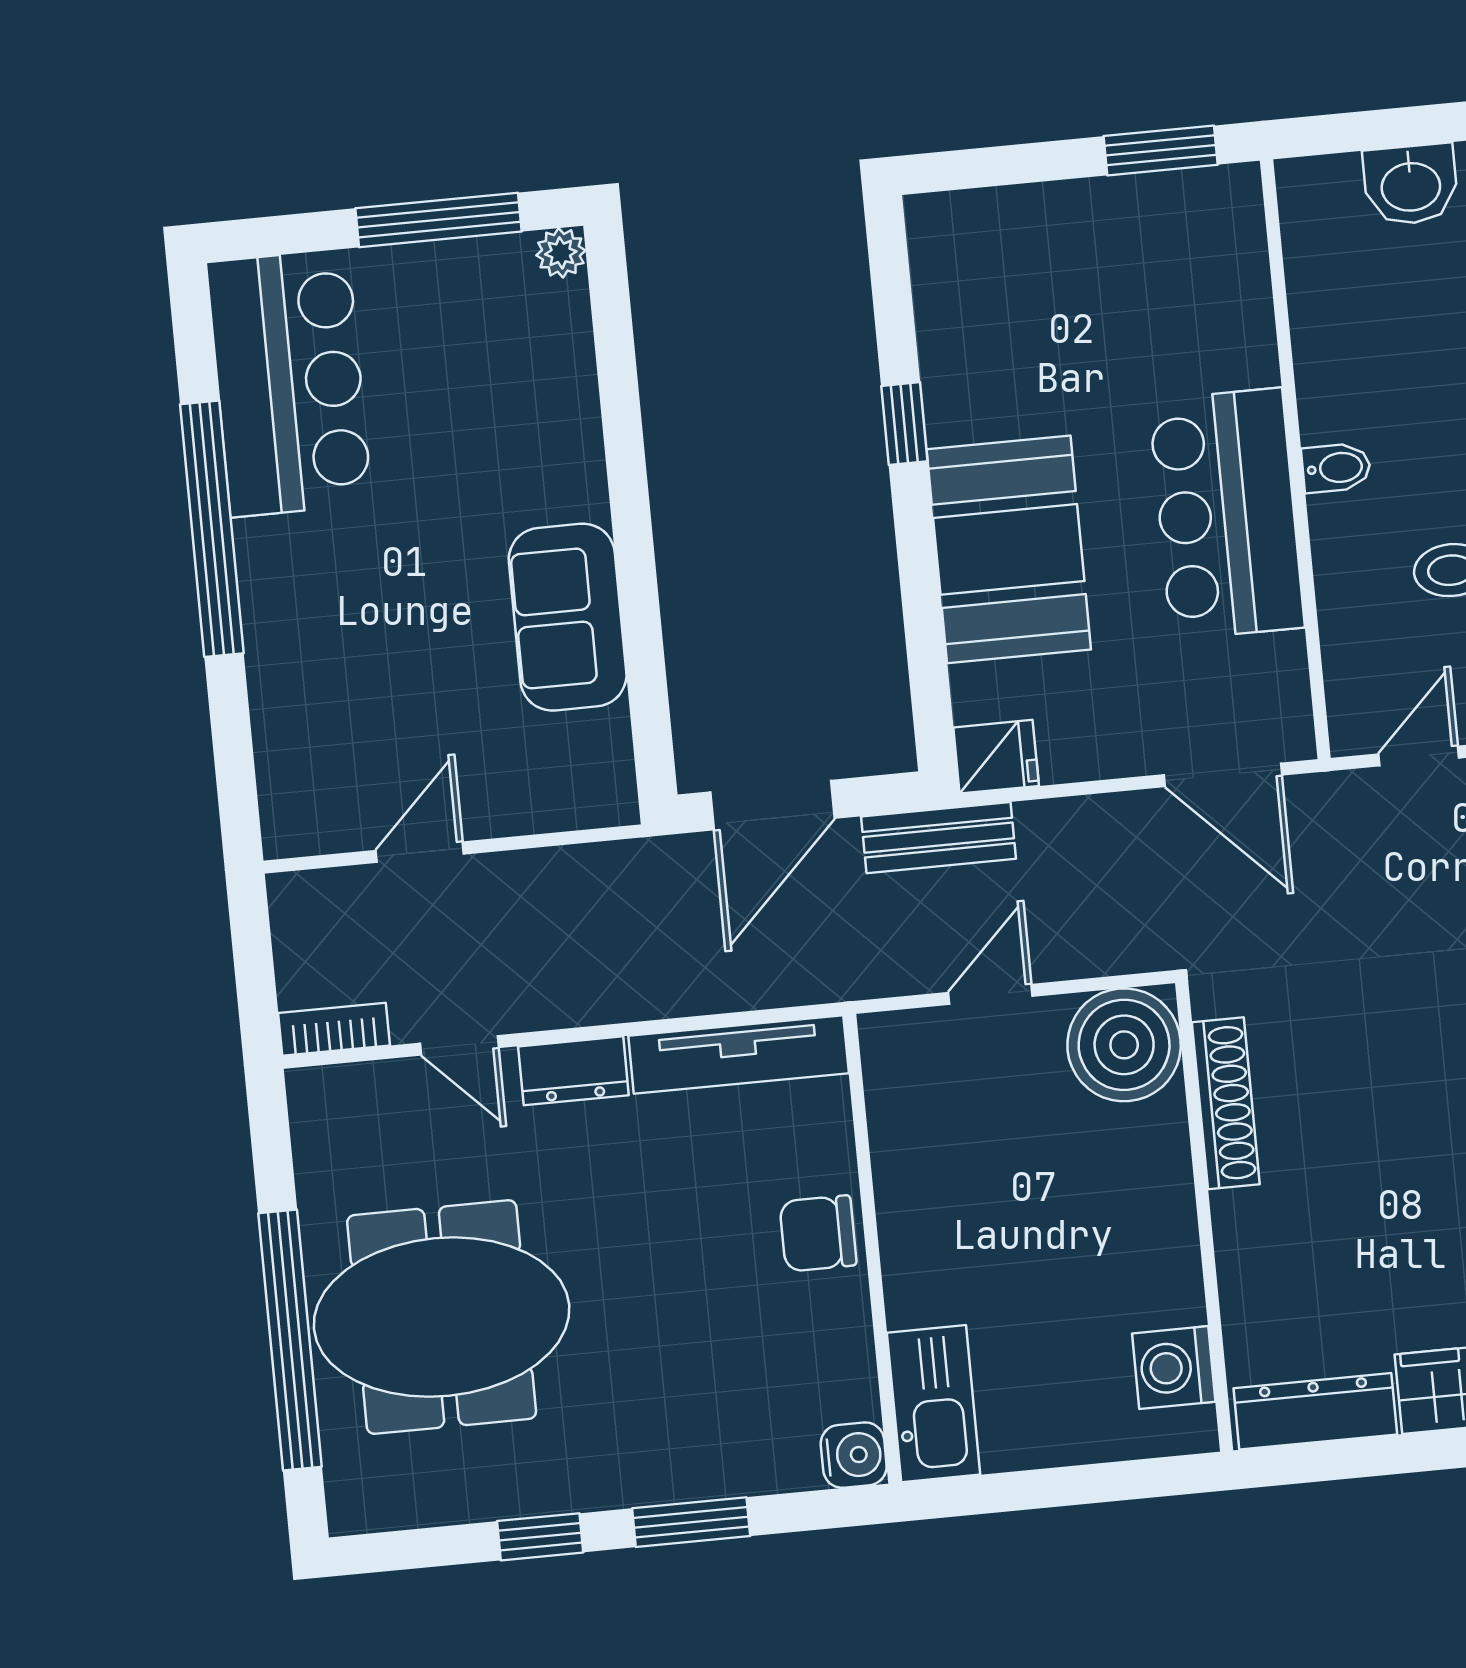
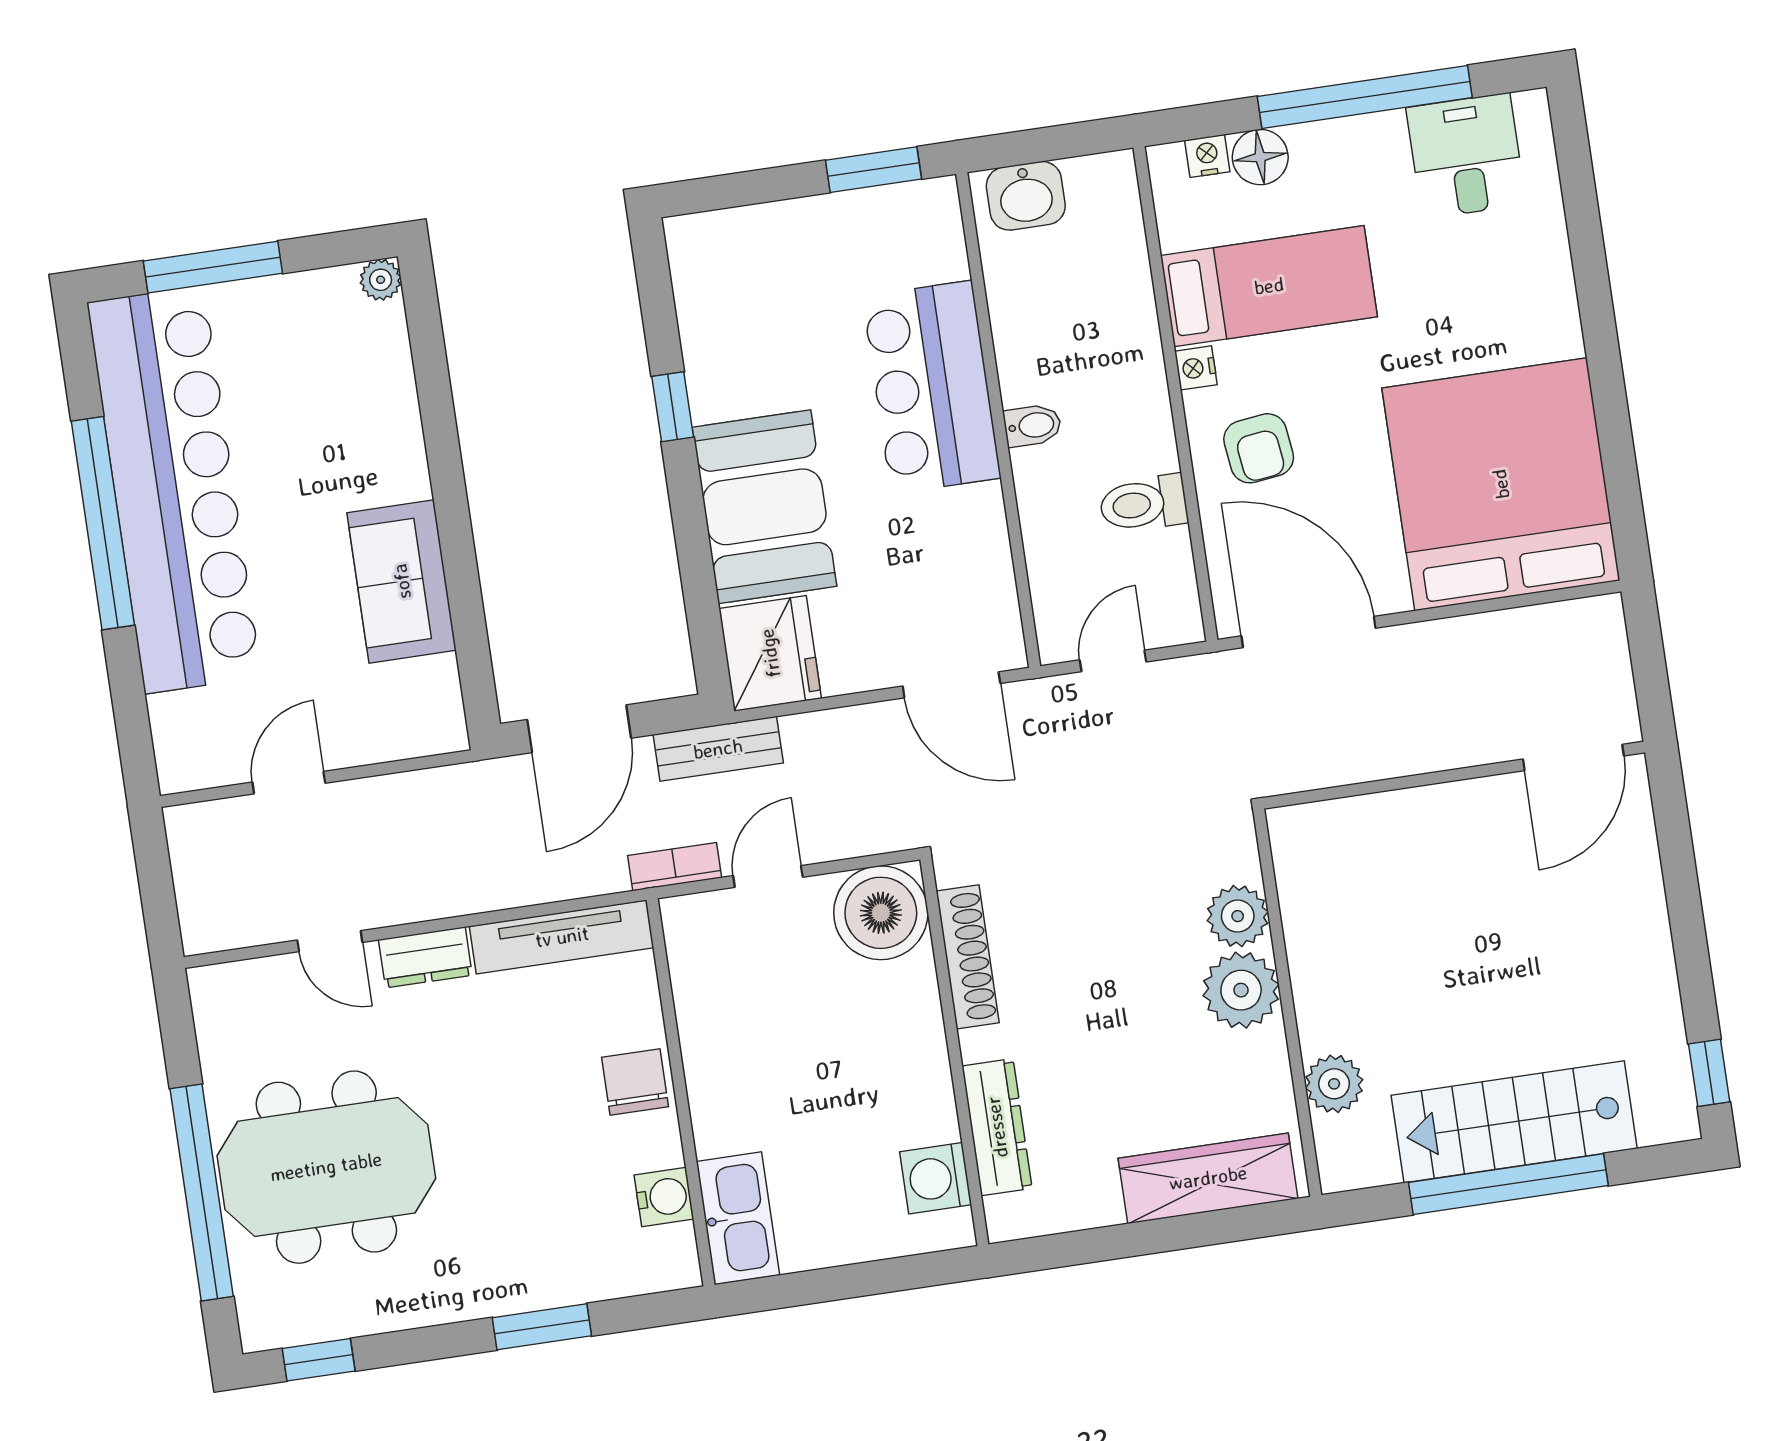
washbasin: (1411, 185) -> (1026, 196), moved
window: (439, 220) -> (213, 267), moved
bar counter: (289, 383) -> (174, 490), width x1.86
bar counter: (1227, 514) -> (932, 387), moved
fridge: (996, 757) -> (770, 653), width x1.88, depth x1.34
bookcase: (334, 1029) -> (675, 867), moved
chair: (818, 1233) -> (635, 1082), turned 90
dresser: (1315, 1411) -> (997, 1127), moved, turned 90
water cooler: (854, 1455) -> (664, 1197), moved
window: (540, 1537) -> (319, 1360), moved

